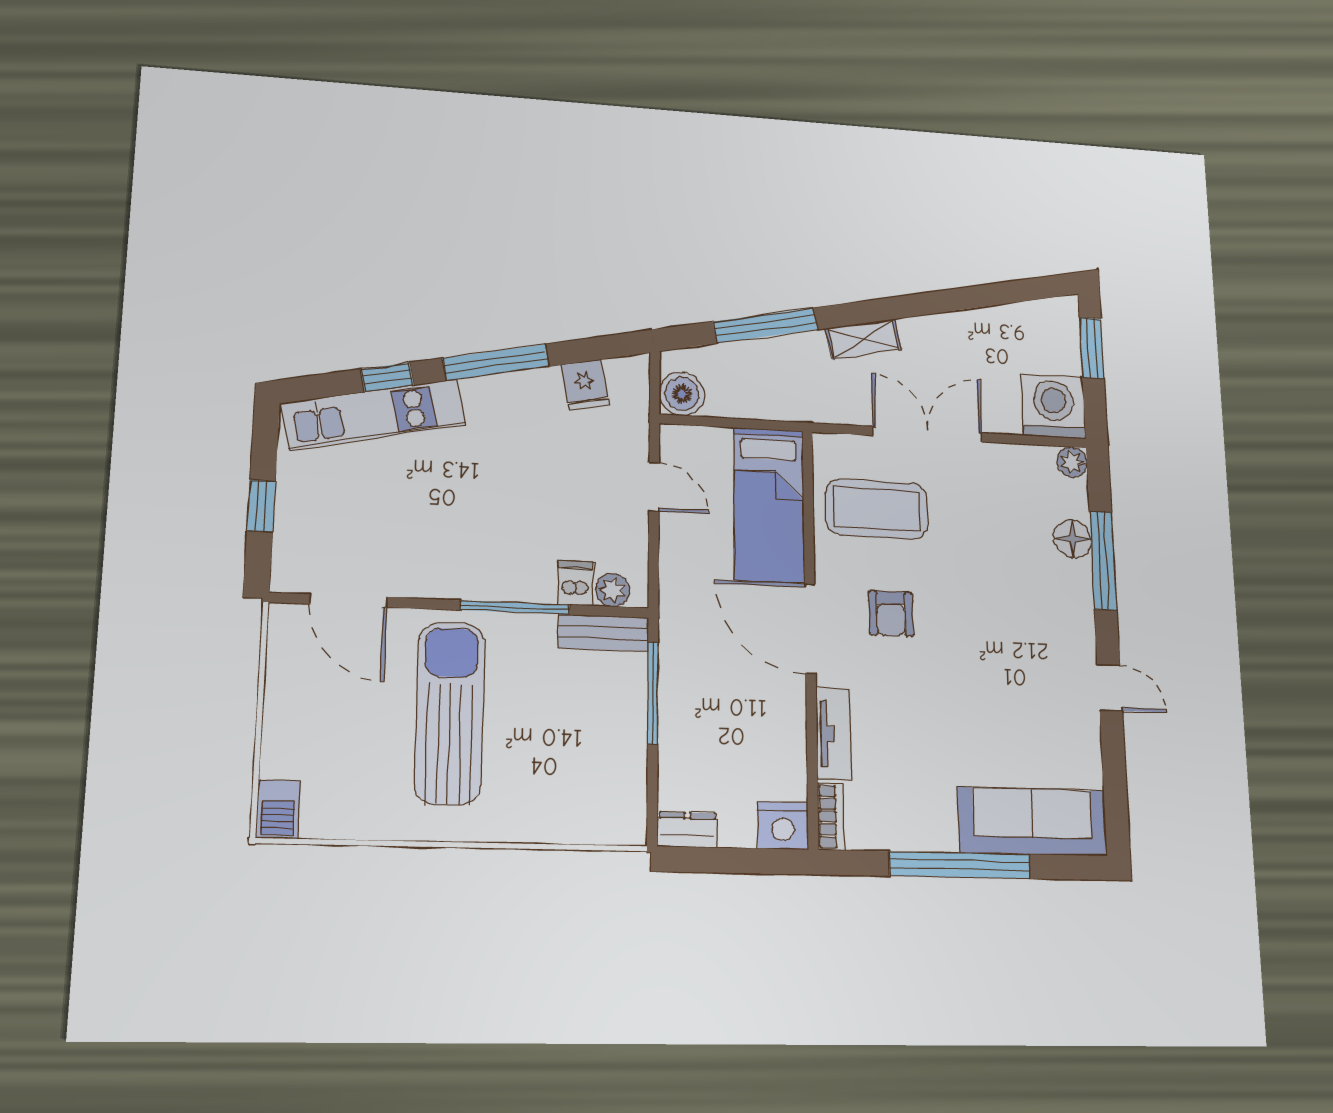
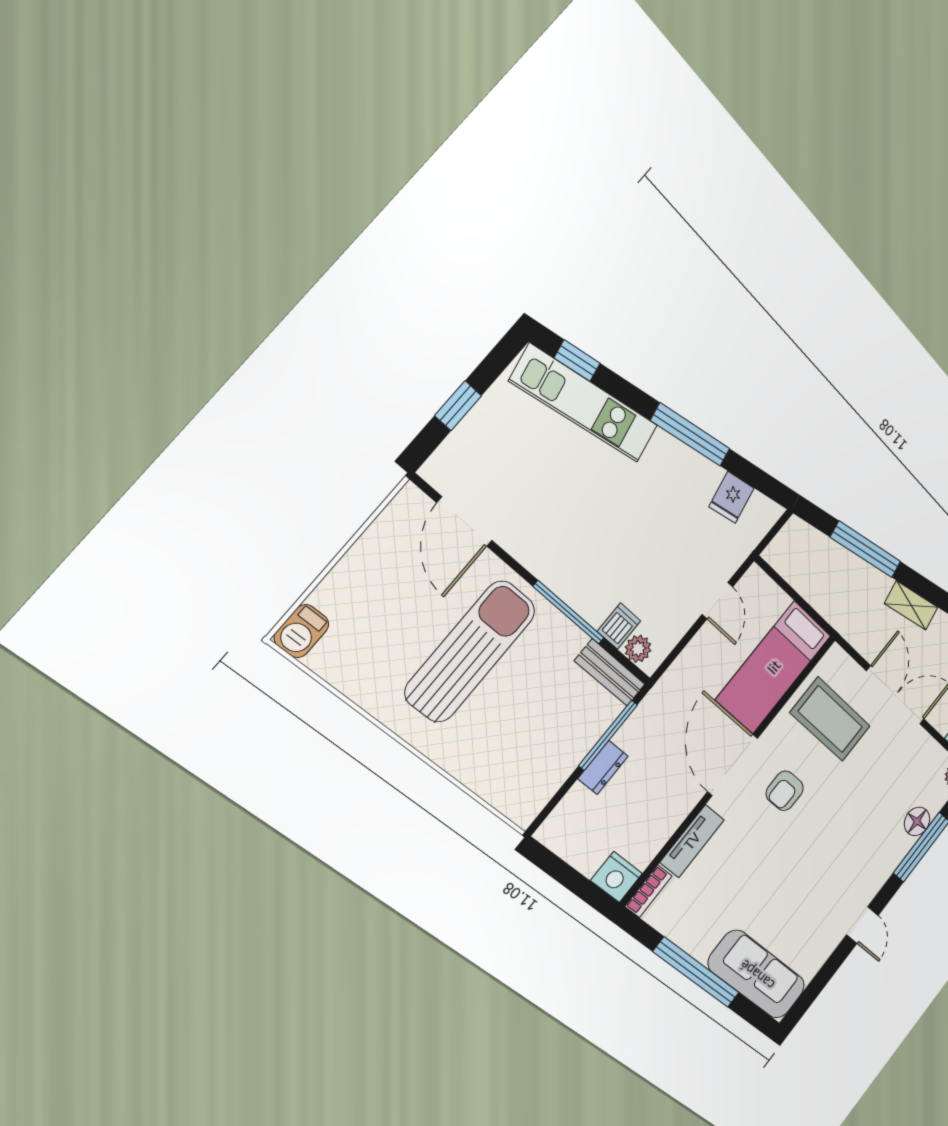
window: (387, 377) -> (577, 361), moved
boiler: (682, 394) -> (783, 553), removed
dresser: (687, 830) -> (603, 767), moved, turned 90

